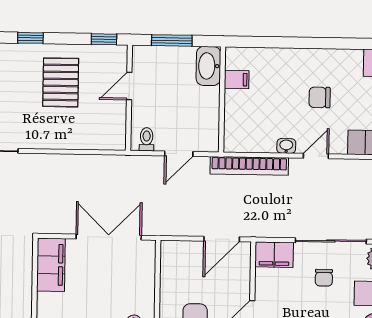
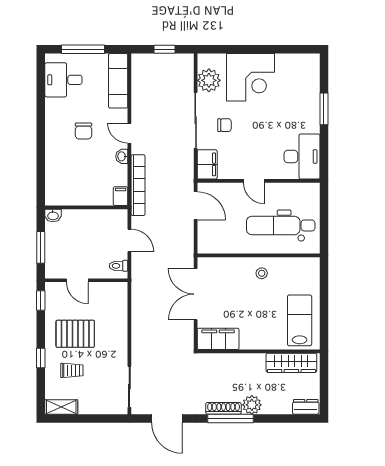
washbasin: (208, 66) -> (53, 216), width x0.52, depth x0.69
trolley: (14, 77) -> (72, 370), added
filing cabinet: (237, 80) -> (121, 196), moved

